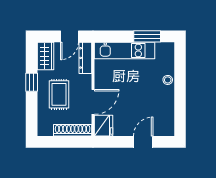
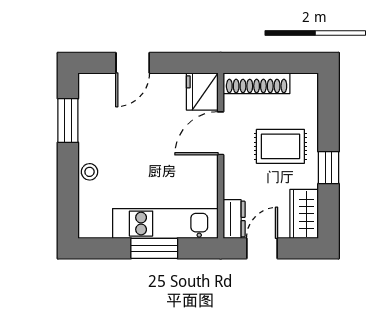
window: (147, 36) -> (154, 248), moved
dresser: (85, 58) -> (234, 219), width x0.70
rug: (59, 94) -> (280, 146), turned 90
window: (180, 109) -> (68, 120), added

